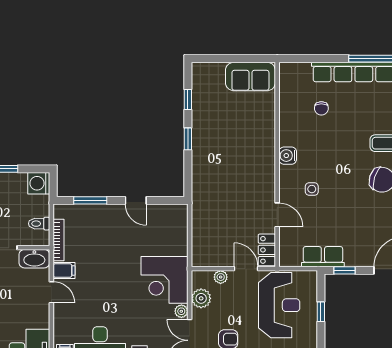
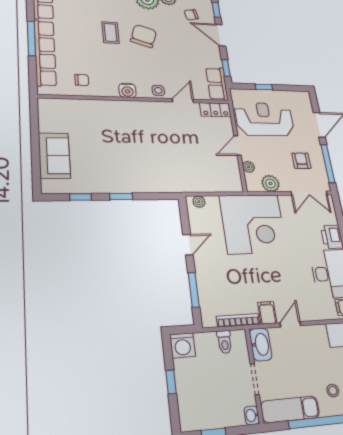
sofa: (250, 76) -> (54, 156), moved
water cooler: (288, 156) -> (127, 90), moved
wall: (277, 164) -> (137, 99), moved
door: (277, 215) -> (183, 101), moved
locker: (267, 250) -> (215, 110), moved
corner desk: (165, 280) -> (253, 224), width x1.36, depth x1.36
plant: (181, 311) -> (199, 202), moved

